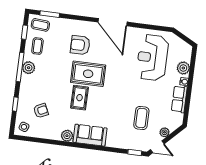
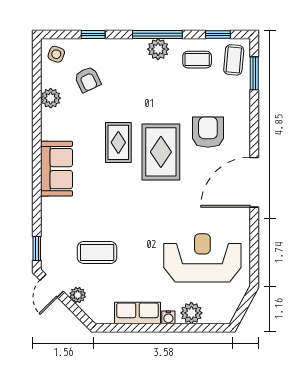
rug: (80, 98) -> (118, 142), turned 90
plant: (67, 136) -> (51, 98), moved

